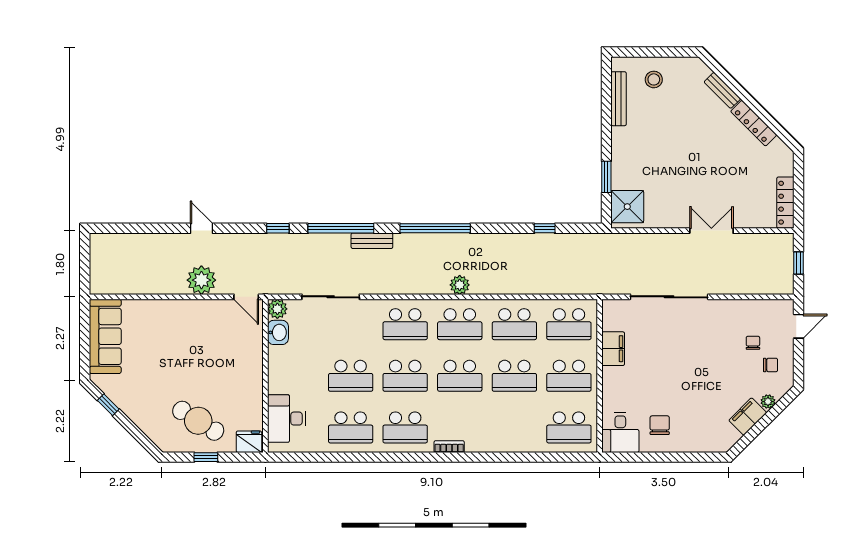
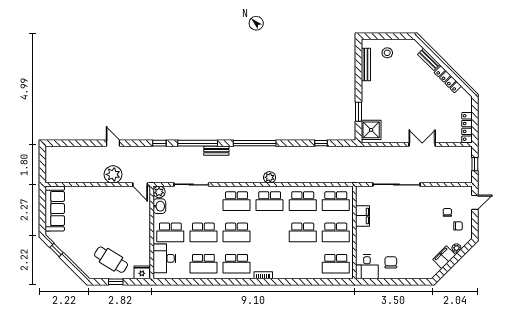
school desk: (460, 376) -> (170, 232), moved

